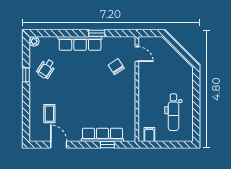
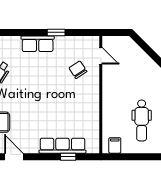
row of seats: (80, 43) -> (38, 44), width x0.68

